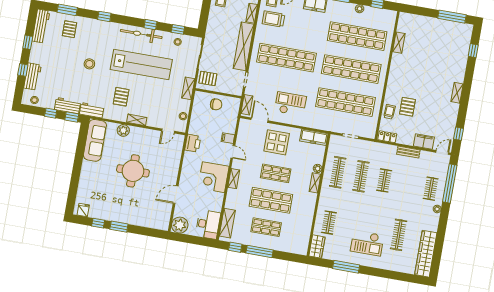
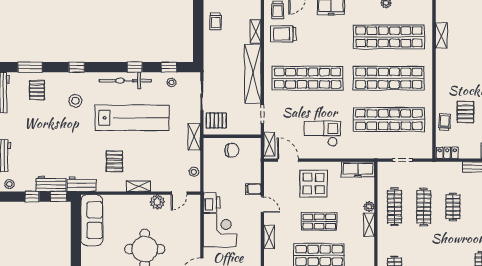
stool: (89, 64) -> (75, 101), moved
plant: (123, 130) -> (157, 202), moved
corner desk: (213, 177) -> (220, 230), moved, turned 180

